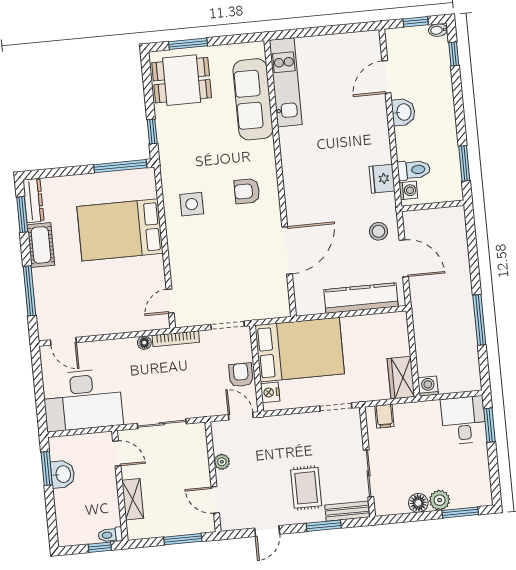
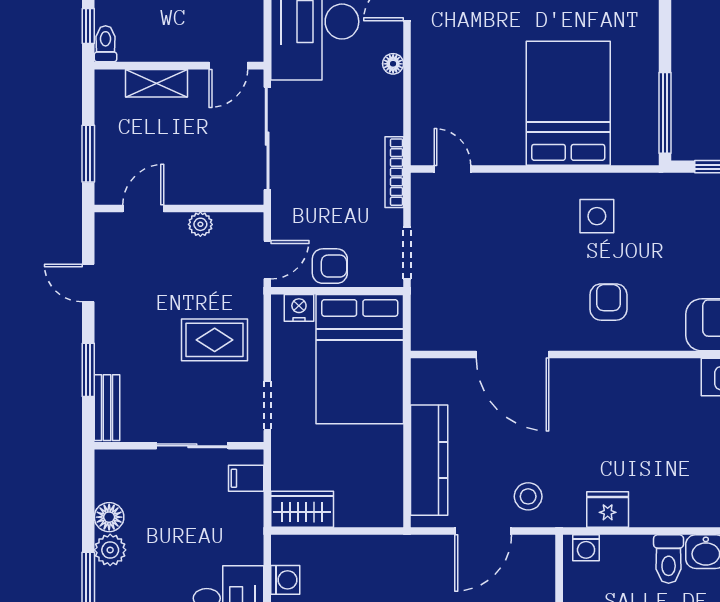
toilet: (414, 170) -> (669, 559), moved
floor lamp: (144, 343) -> (393, 64), moved
washing machine: (428, 386) -> (285, 580), moved
sliding door: (162, 424) -> (267, 139), width x1.37
sliding door: (369, 473) -> (192, 446), moved
rug: (306, 488) -> (215, 340), moved

